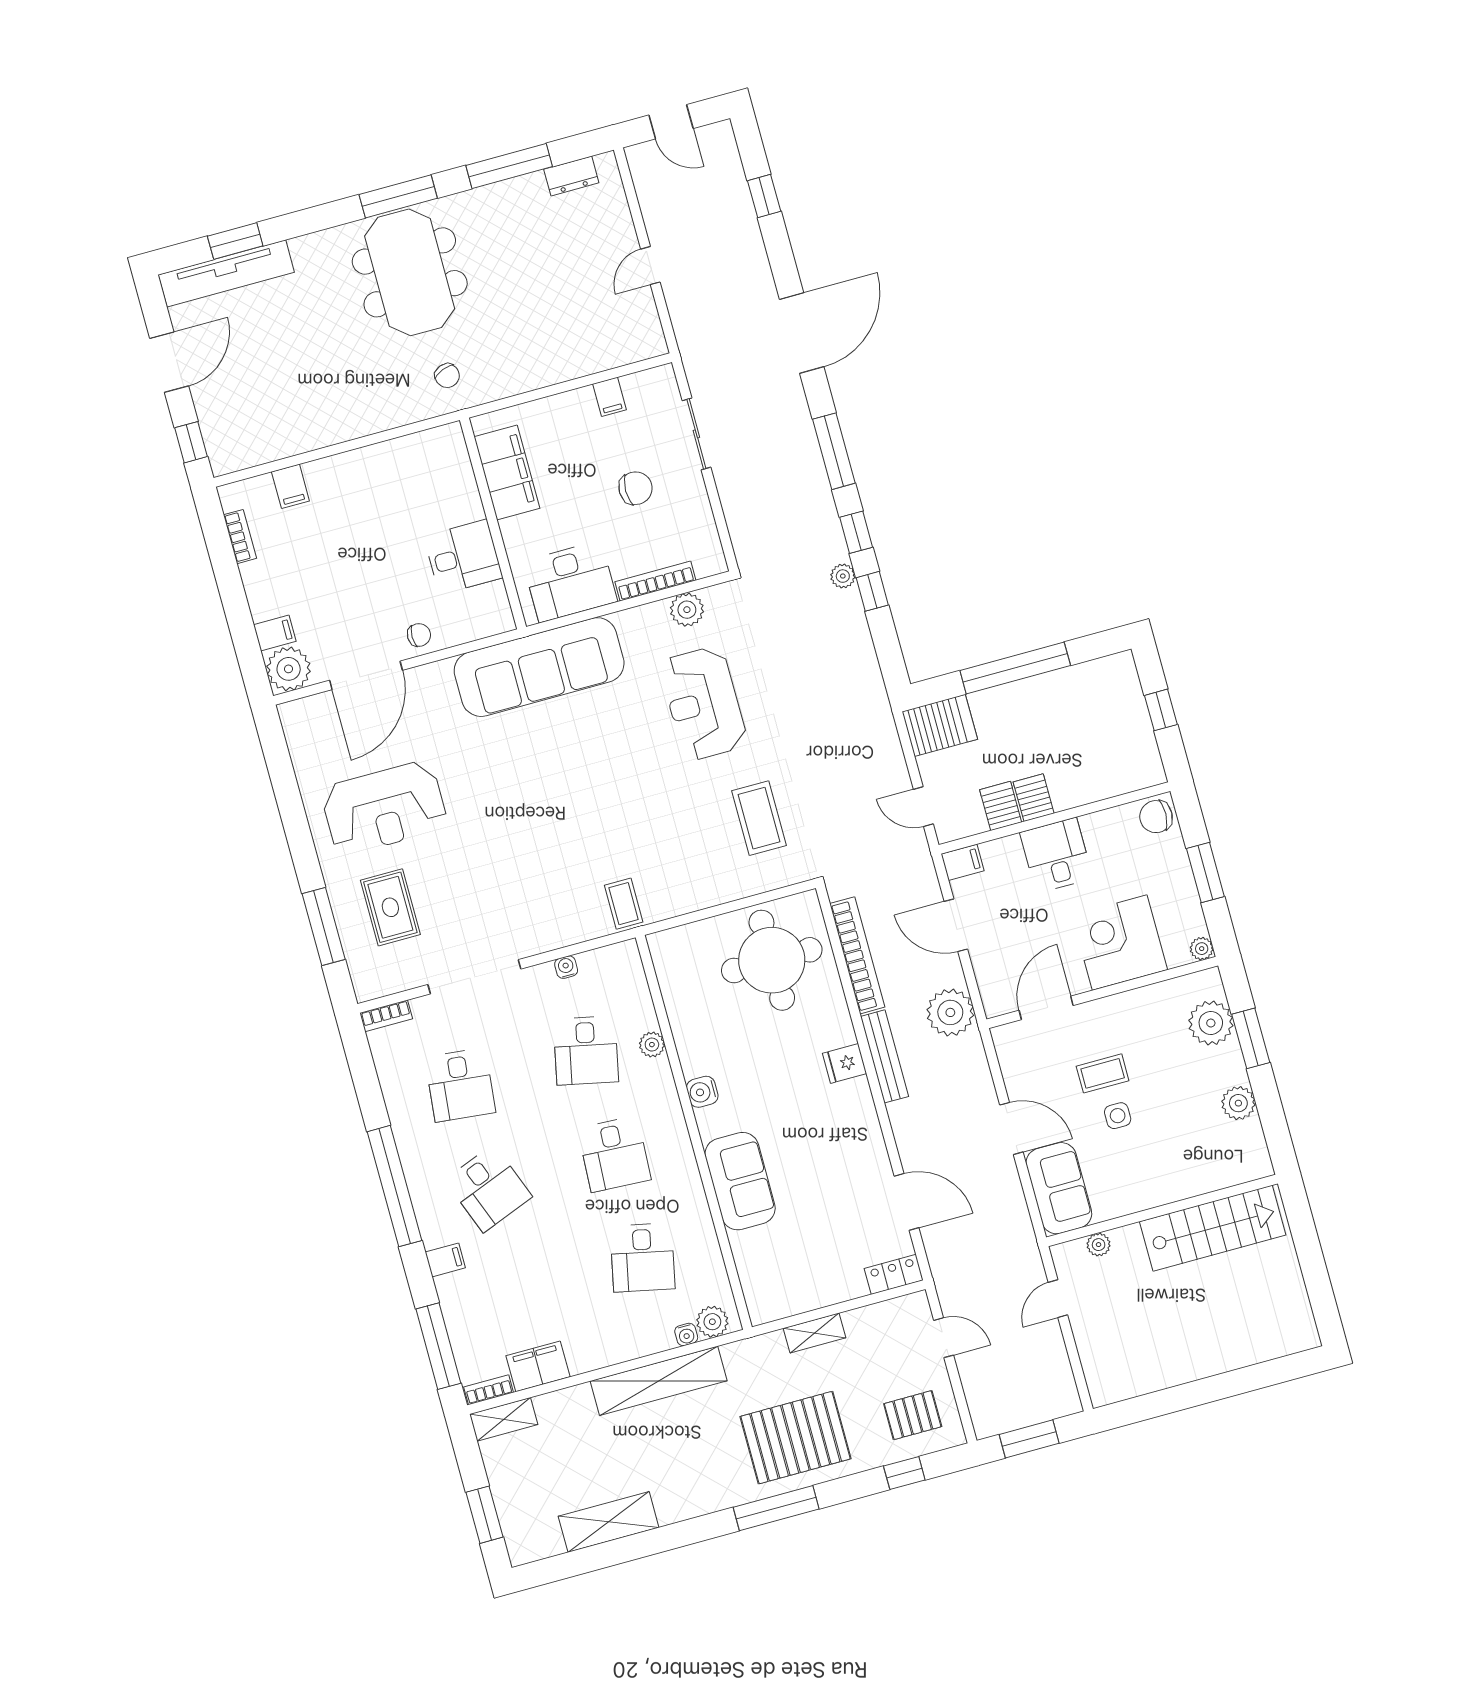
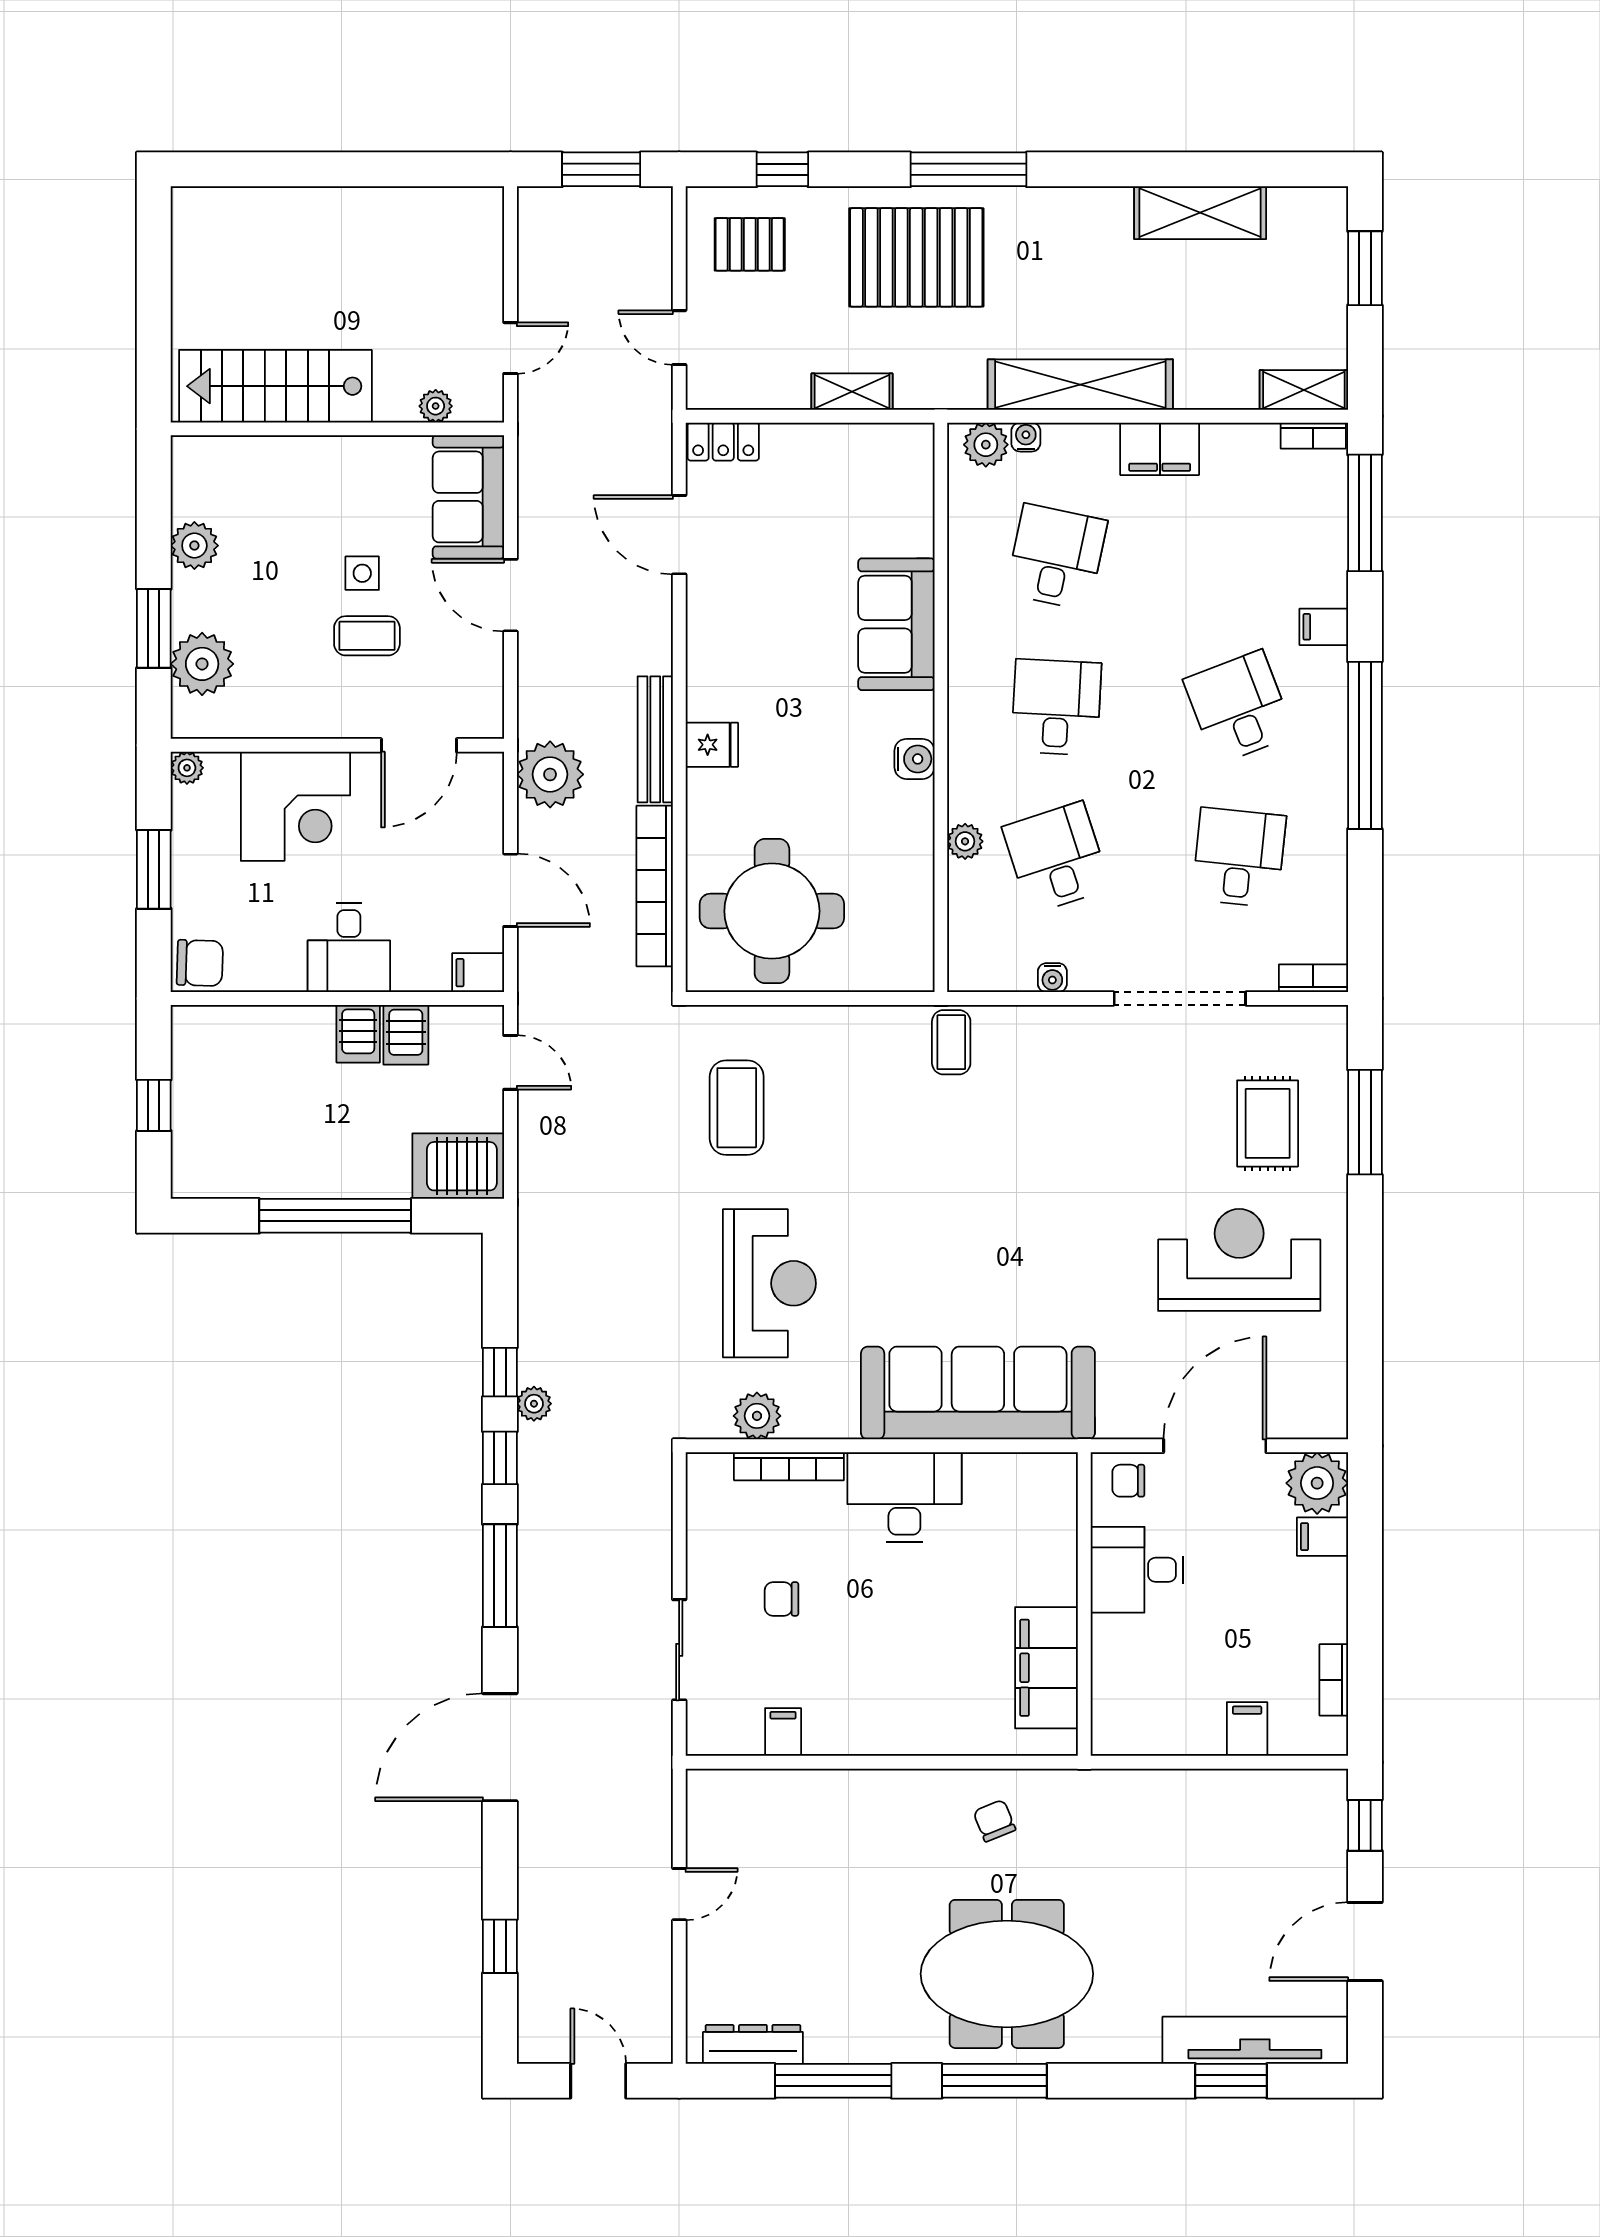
dresser: (571, 176) -> (753, 2044), width x1.44
meeting table: (410, 272) -> (1007, 1974), turned 90
filing cabinet: (507, 472) -> (1047, 1668), moved
chair: (636, 488) -> (782, 1599), width x0.73, depth x0.73
wall: (493, 523) -> (1084, 1604), moved
desk: (463, 557) -> (1137, 1570), moved
desk: (586, 1051) -> (1056, 858), turned -30
filing cabinet: (538, 1366) -> (1160, 449), moved

